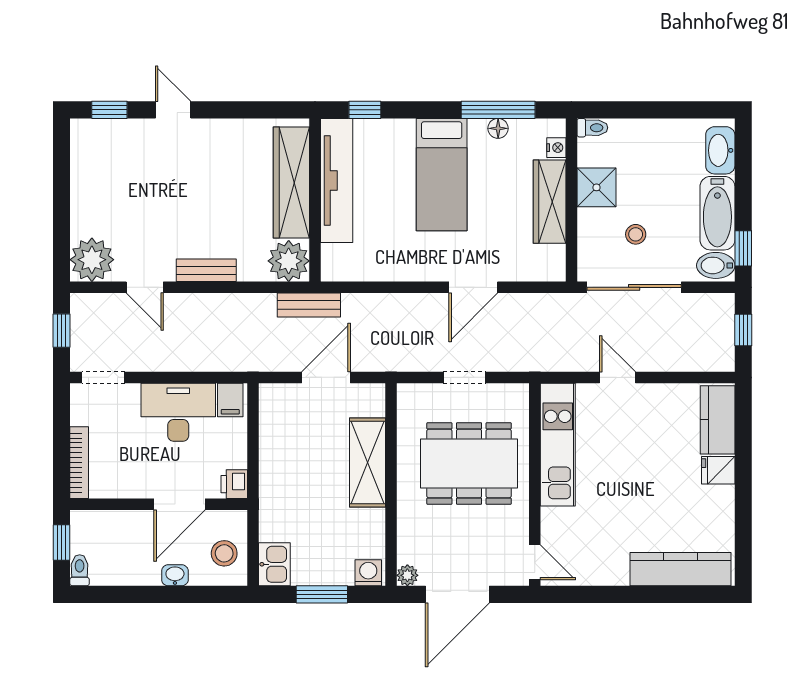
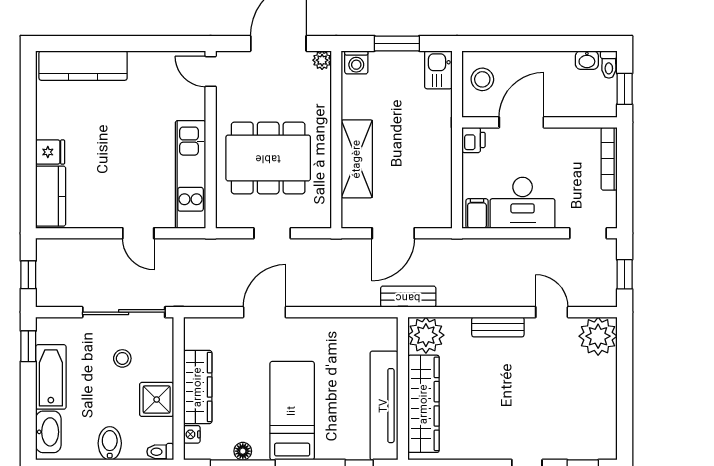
bidet: (716, 265) -> (110, 443), moved, turned -90
washbasin: (175, 575) -> (587, 60), moved

